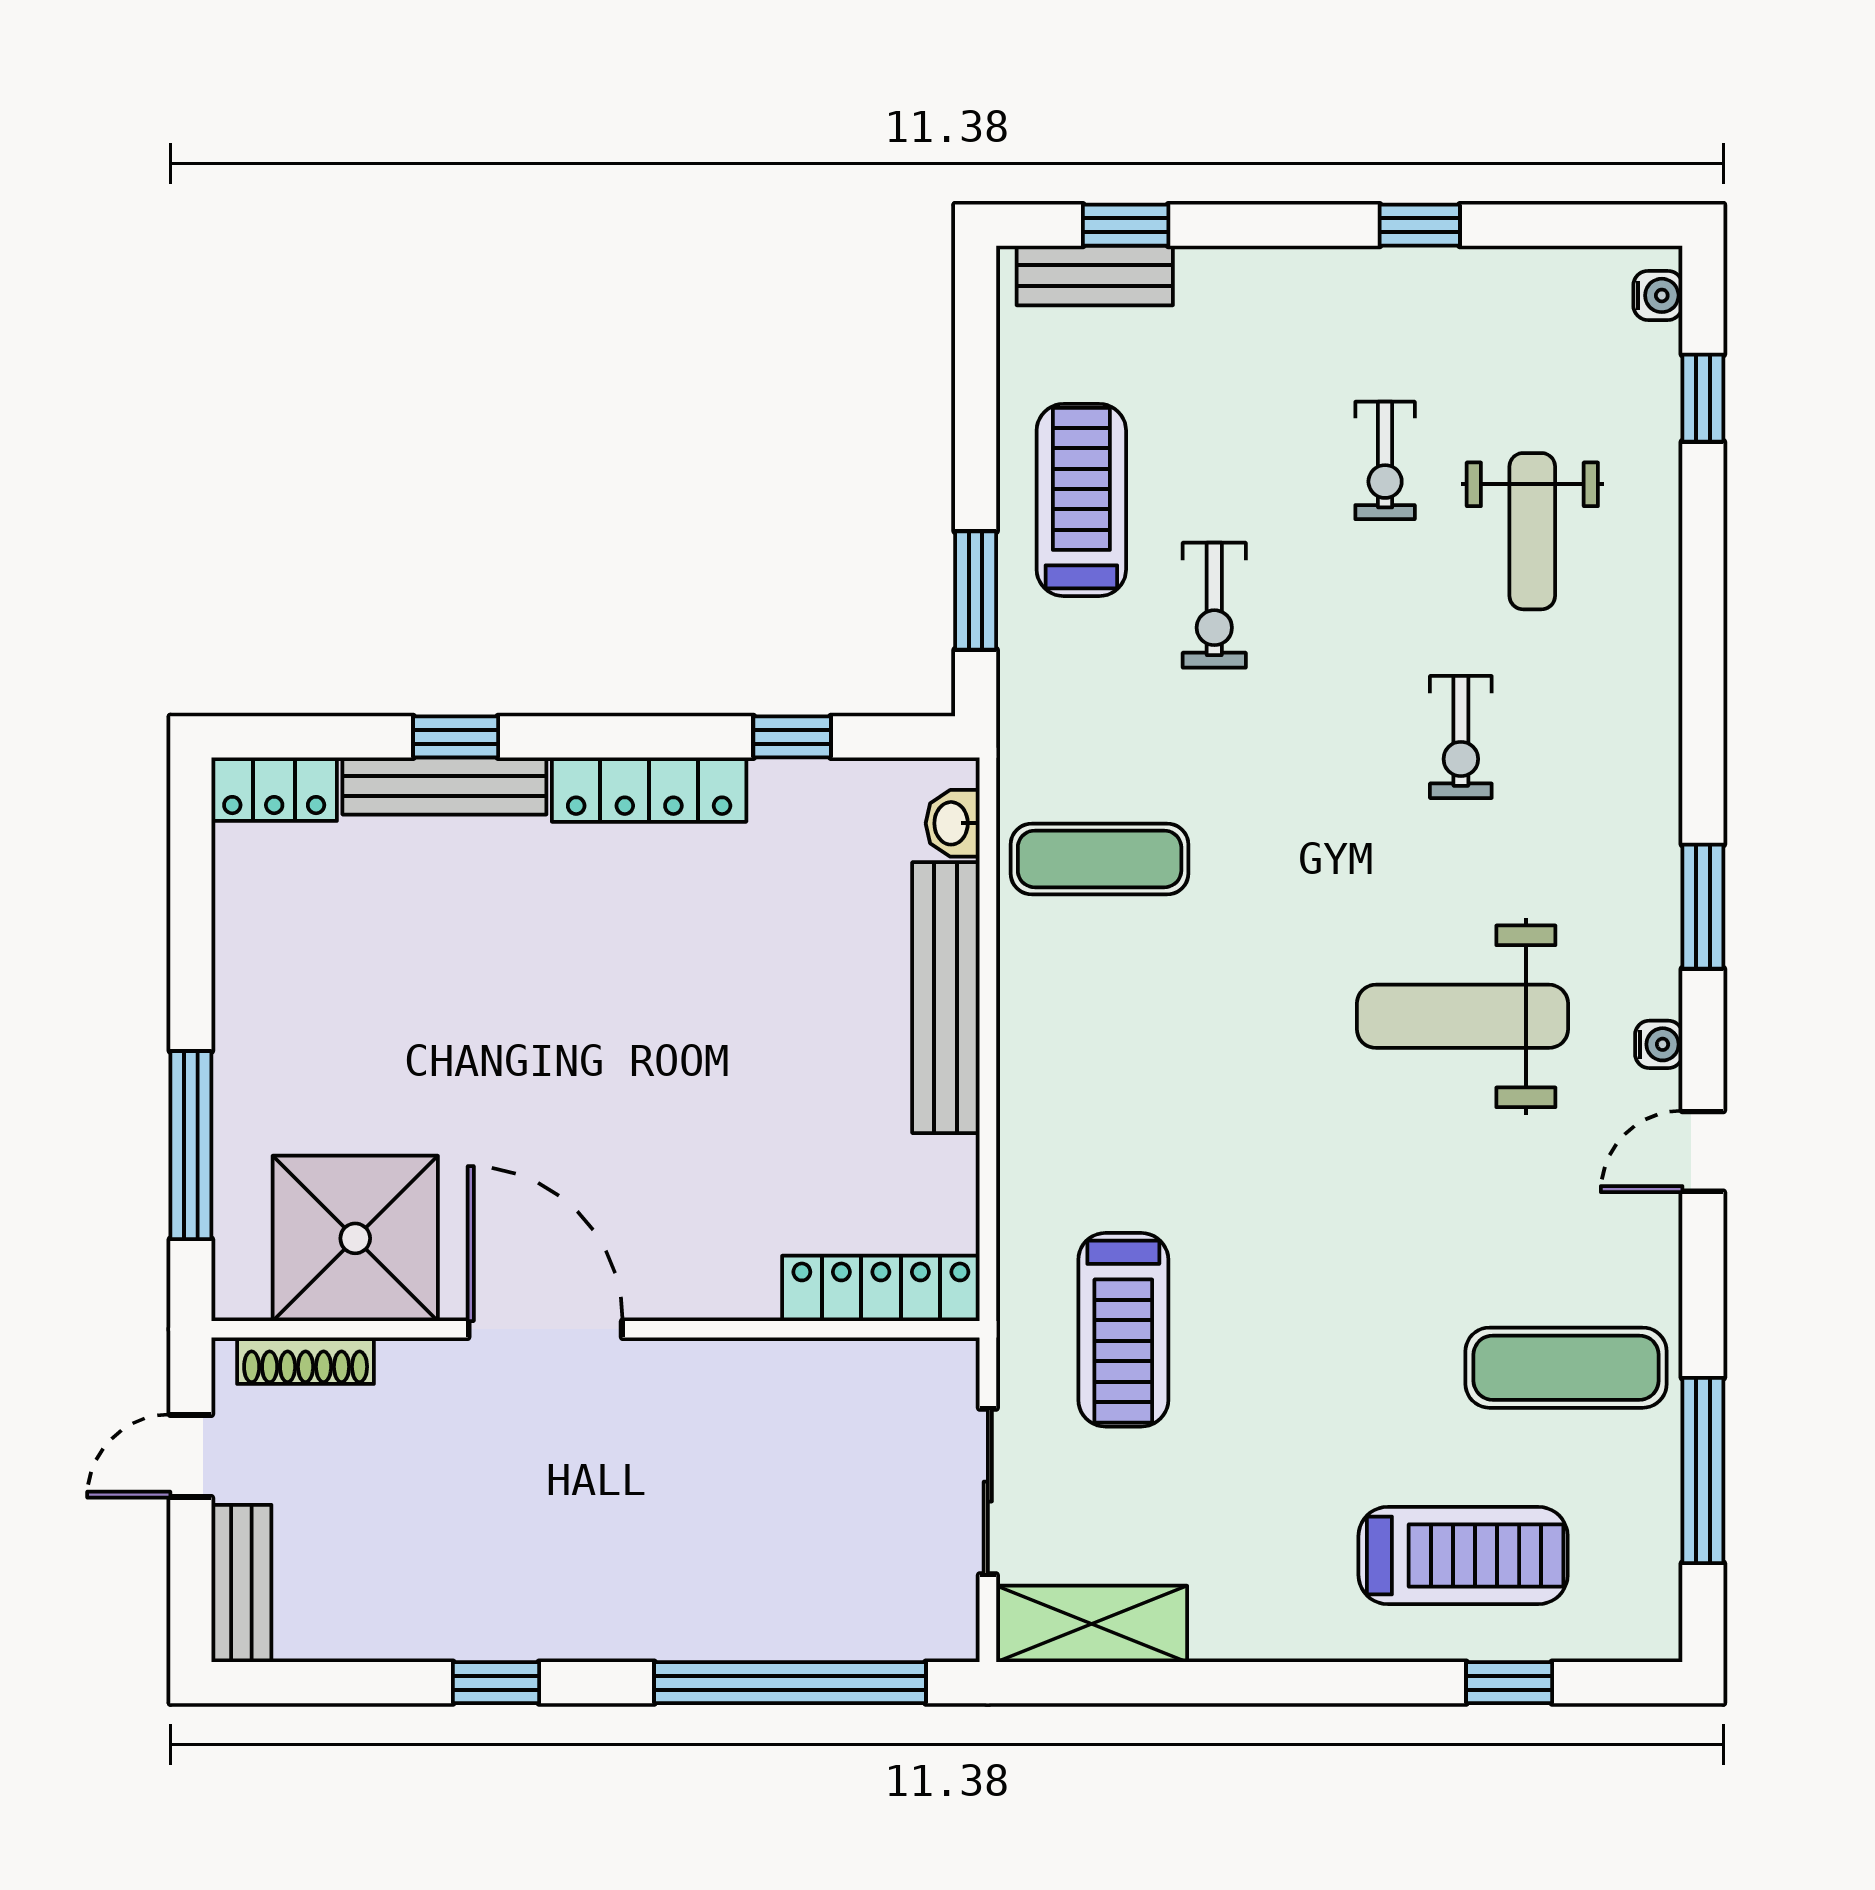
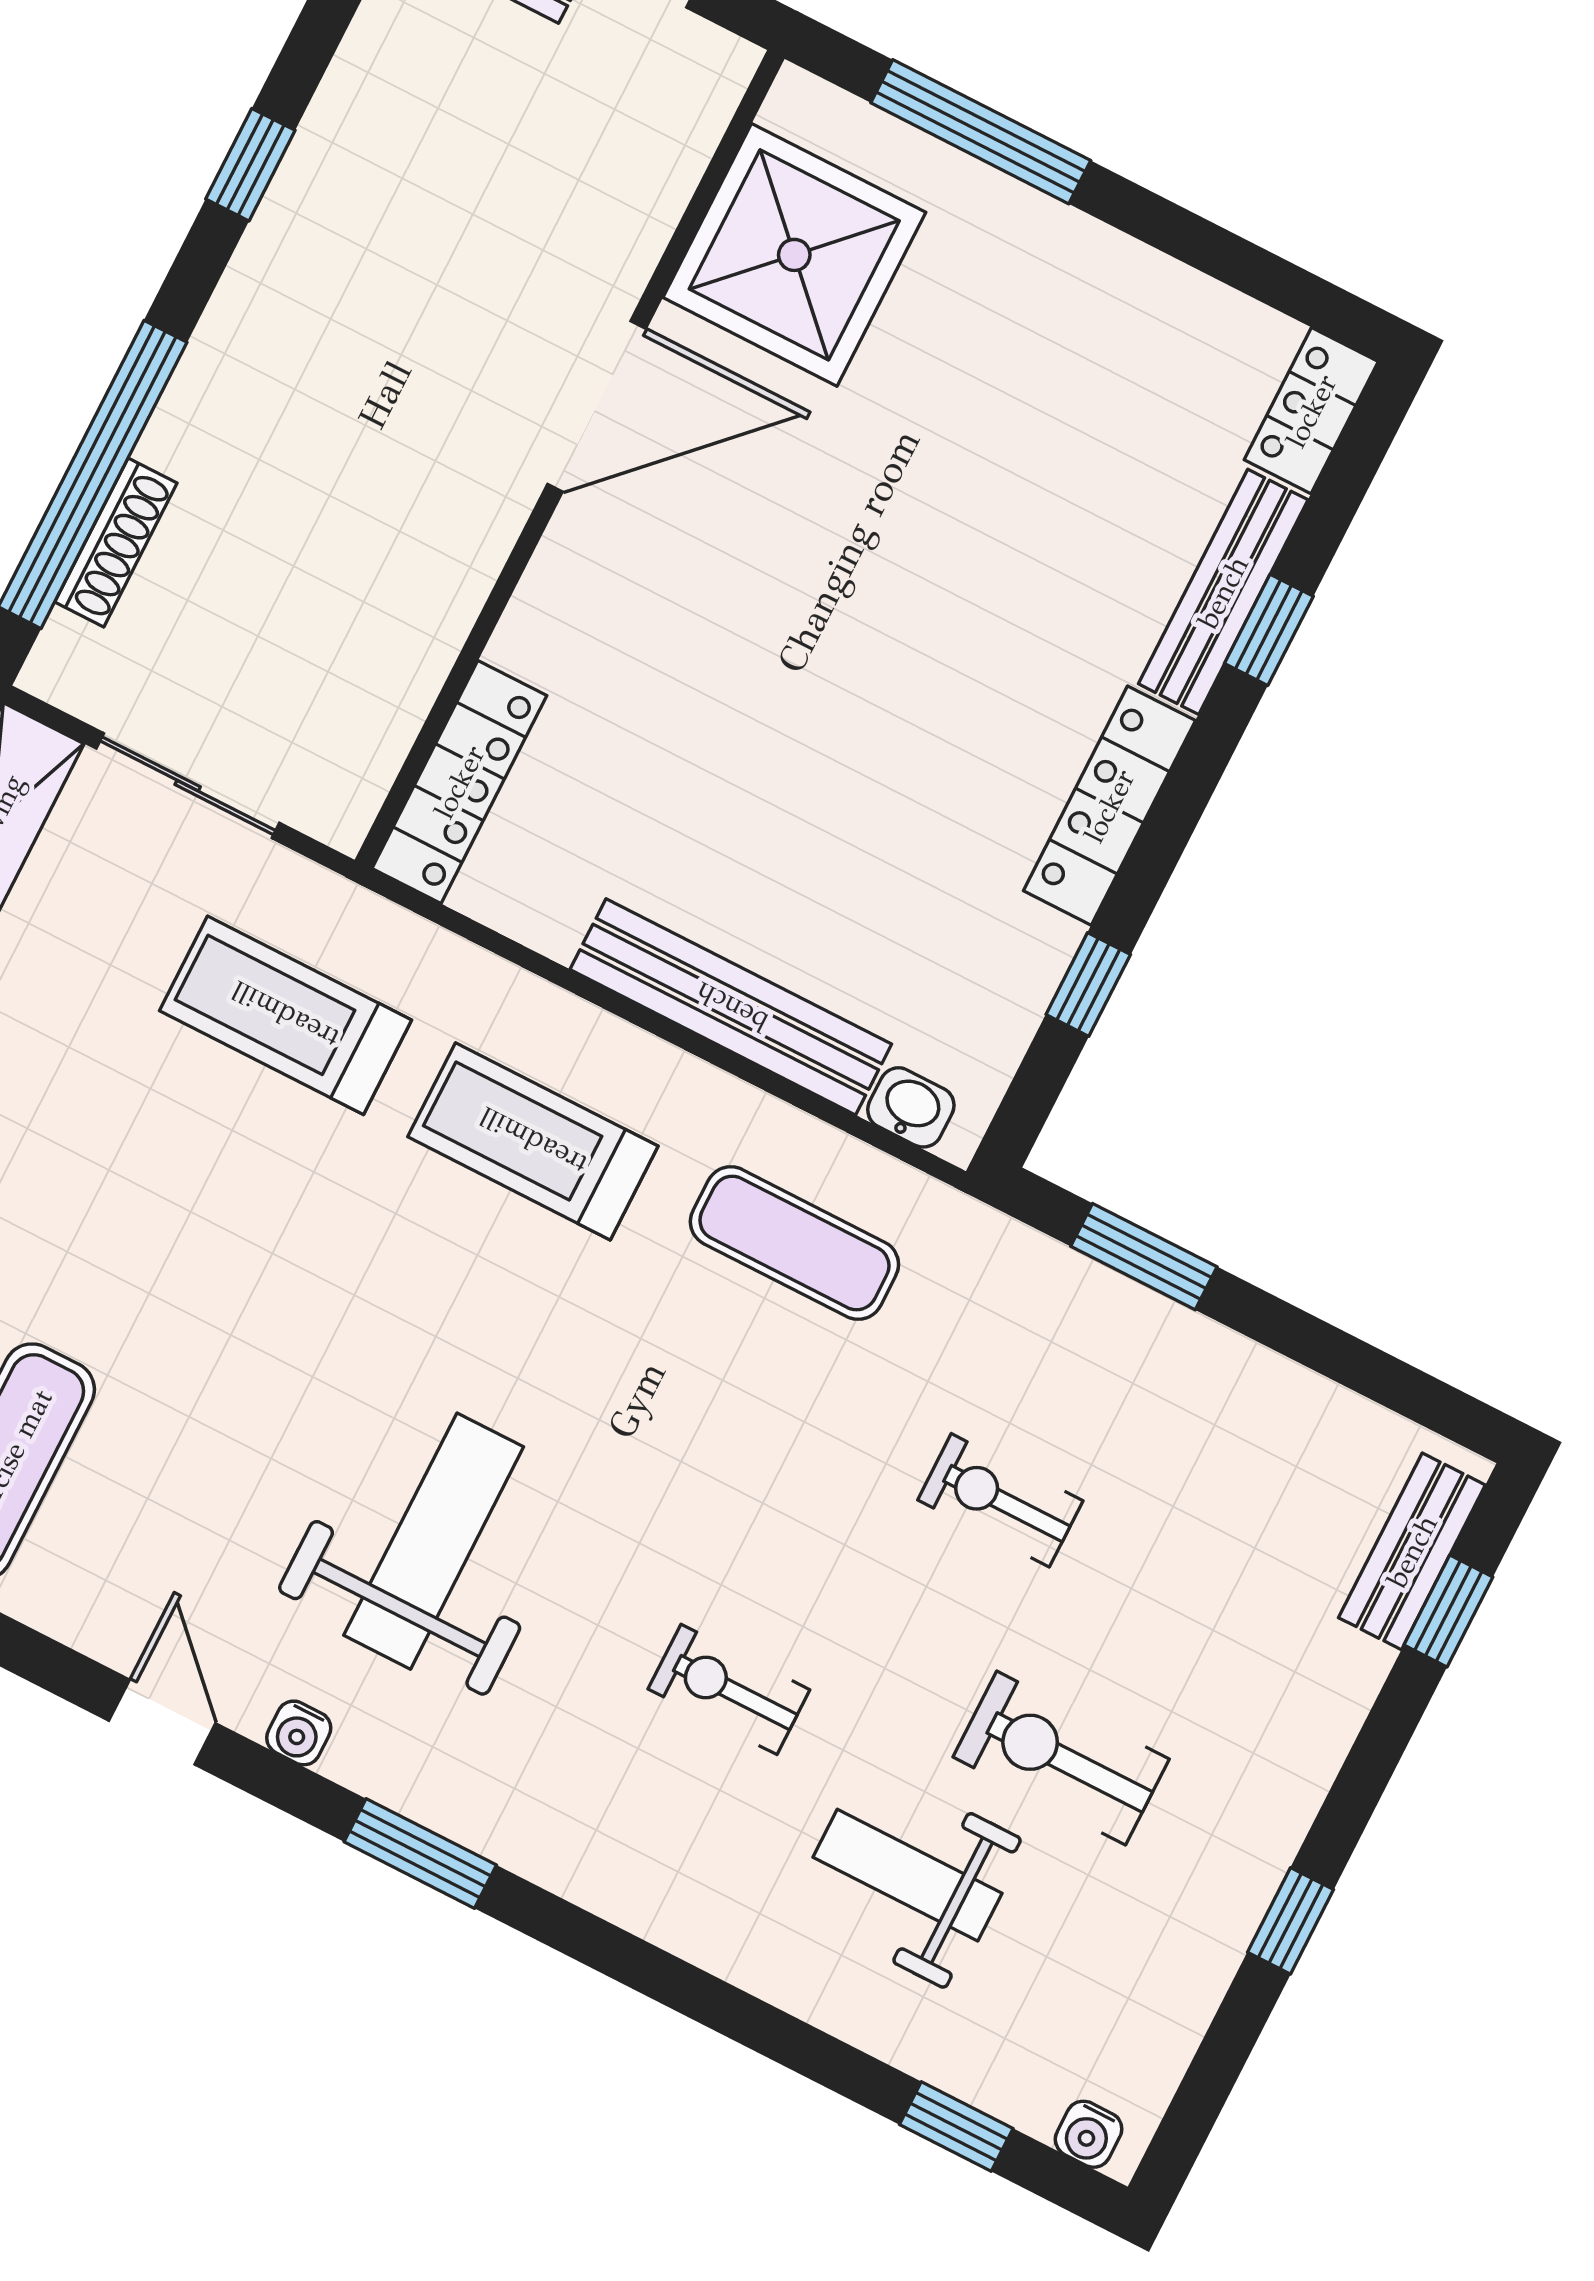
exercise bike: (1385, 460) -> (1061, 1758), width x1.38, depth x1.39
treadmill: (1081, 500) -> (533, 1141), moved, turned 180
exercise mat: (1100, 859) -> (794, 1243), turned 90
shoe rack: (306, 1361) -> (116, 543), moved, turned 180

